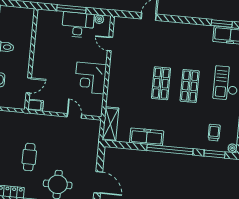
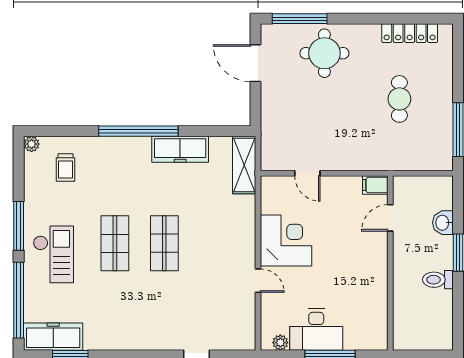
door: (110, 44) -> (258, 281), moved
window: (215, 154) -> (61, 131), removed
cafe table: (29, 157) -> (399, 99), moved

